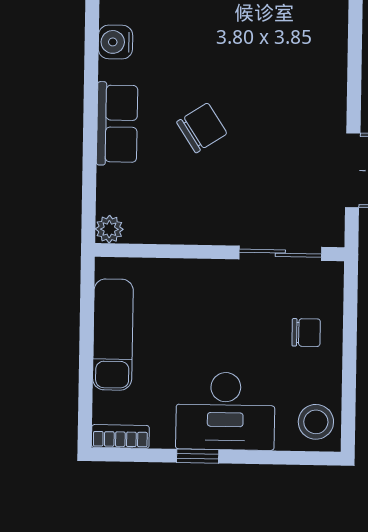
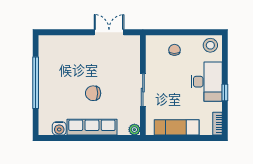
row of seats: (117, 124) -> (92, 127), width x1.48
chair: (202, 128) -> (93, 93), turned -57
sliding door: (280, 253) -> (143, 90), moved

